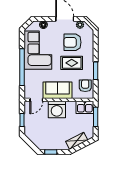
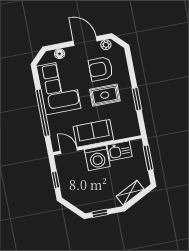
armchair: (85, 86) -> (127, 121), removed
door: (36, 100) -> (69, 151), swing flipped
kitchen sink: (85, 107) -> (120, 151), moved

